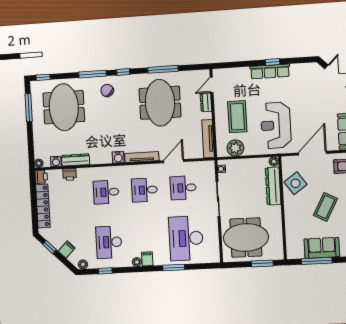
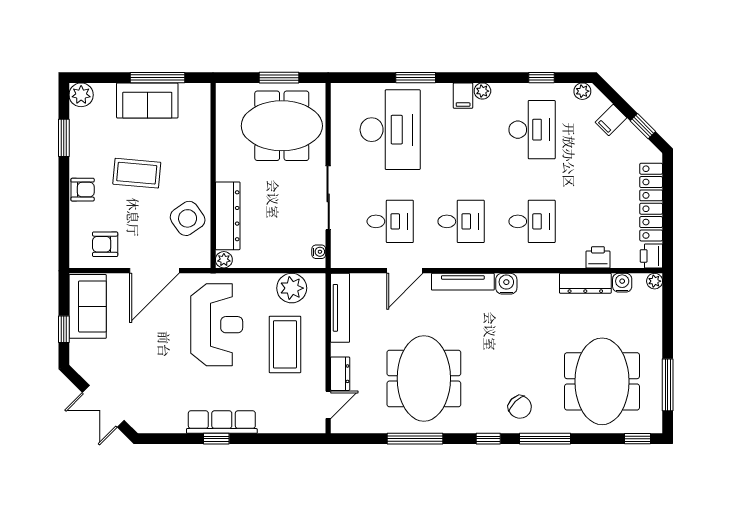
coffee table: (325, 207) -> (137, 173), turned 67
window: (262, 263) -> (279, 78), moved

